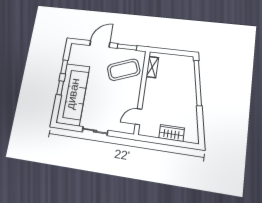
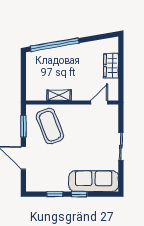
shelving: (152, 67) -> (59, 95), moved
sofa: (73, 94) -> (94, 181), width x0.74, depth x0.79
door: (138, 117) -> (99, 102), swing flipped

